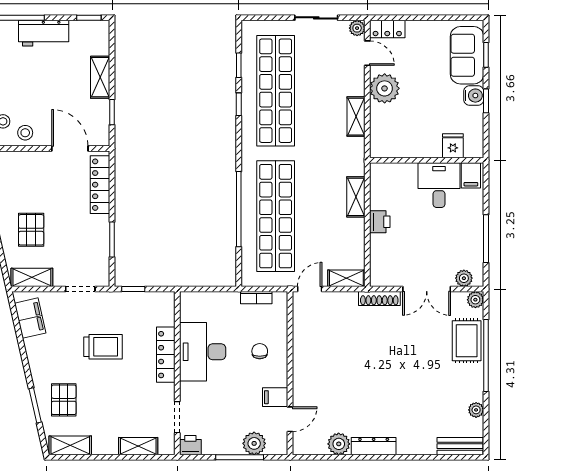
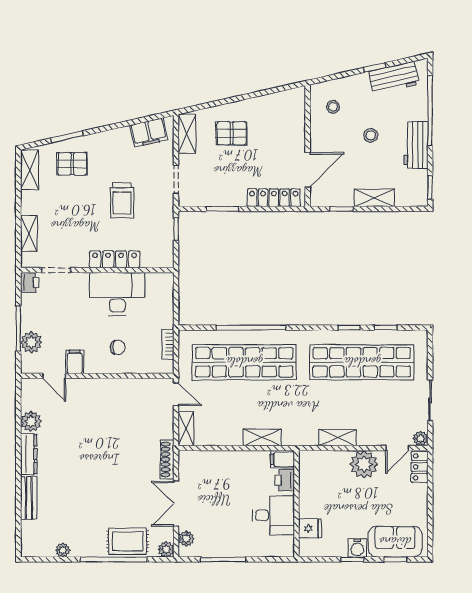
stool: (25, 133) -> (371, 135), moved
filing cabinet: (471, 175) -> (282, 459), moved
printer: (380, 222) -> (285, 480), moved, turned 90
bench: (460, 446) -> (29, 498), moved

